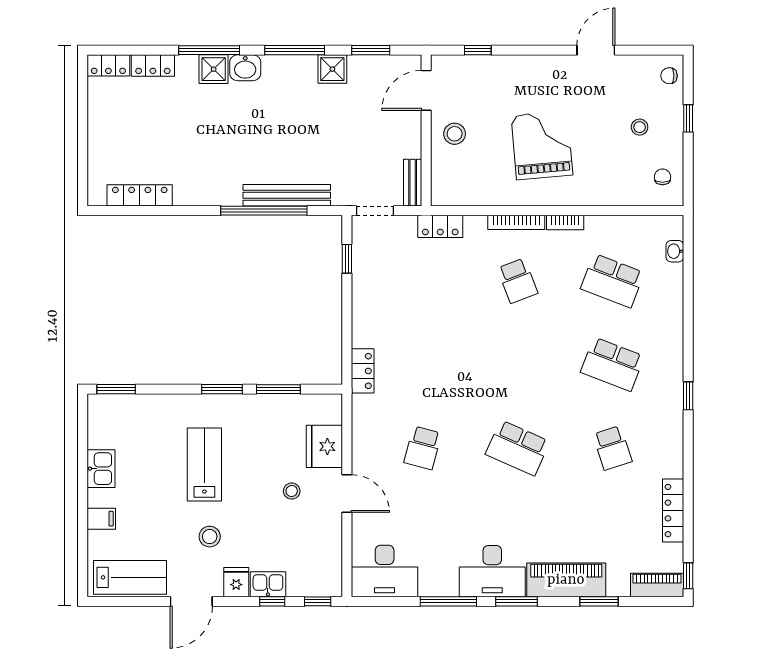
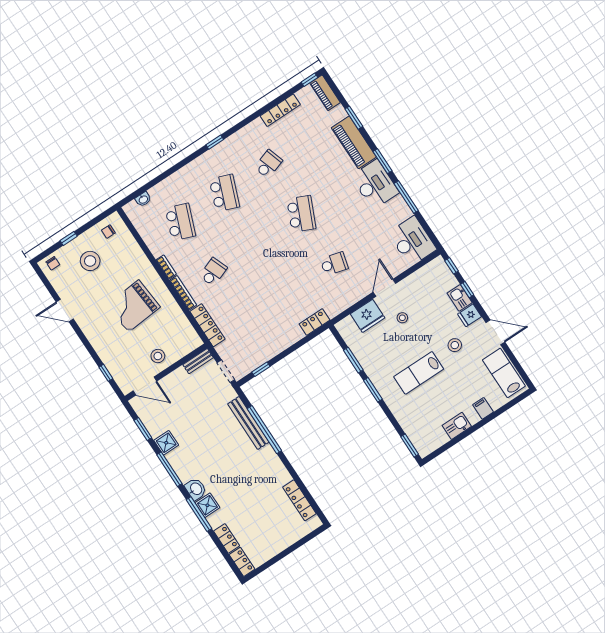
stool: (640, 127) -> (90, 261), width x1.89, depth x1.89
locker: (440, 226) -> (207, 325), width x1.53

